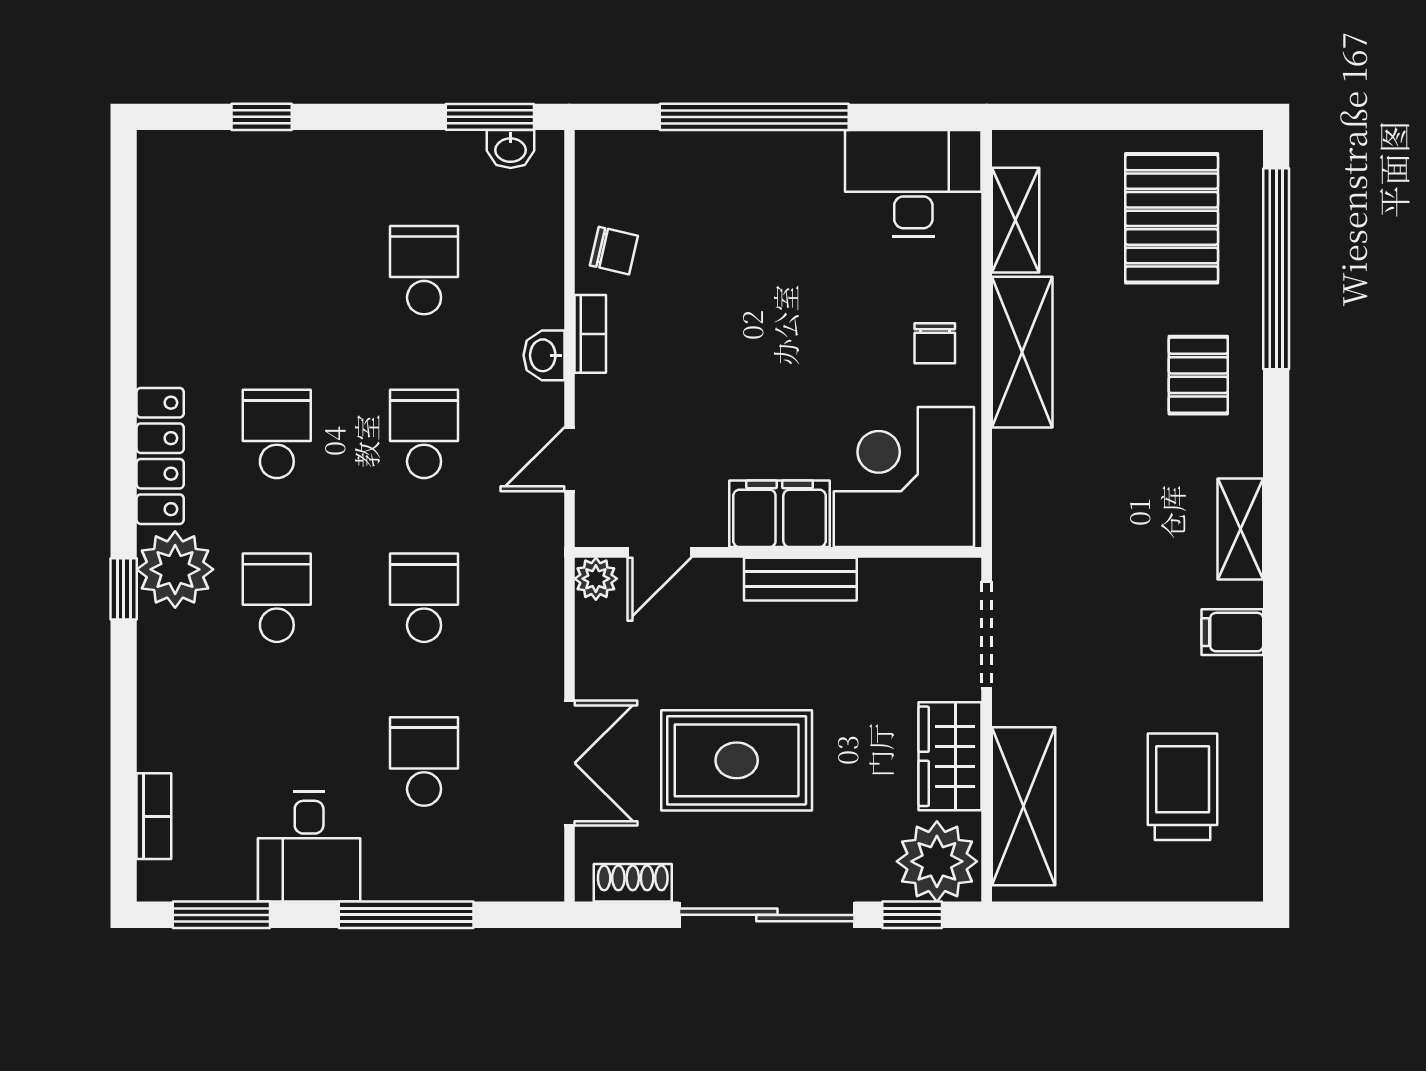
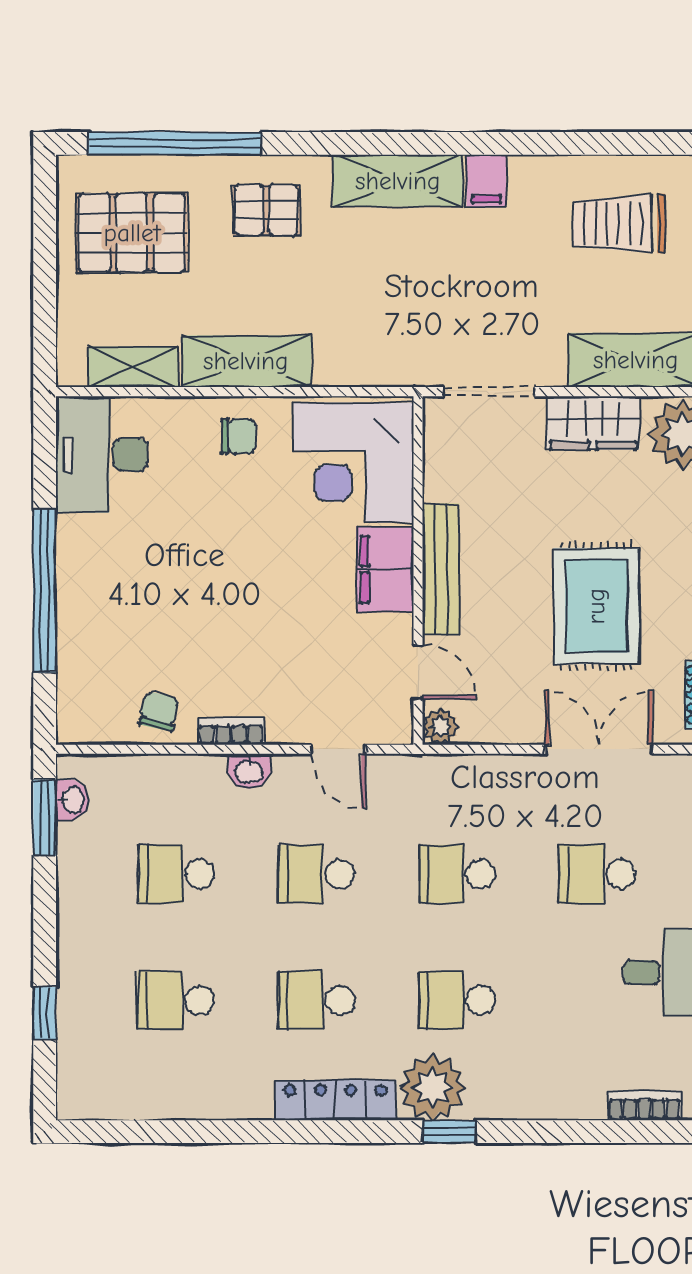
school desk: (277, 270) -> (176, 1000), added
shelving: (1240, 529) -> (398, 181), width x1.50, depth x1.33
bench: (800, 579) -> (441, 569), width x1.36

